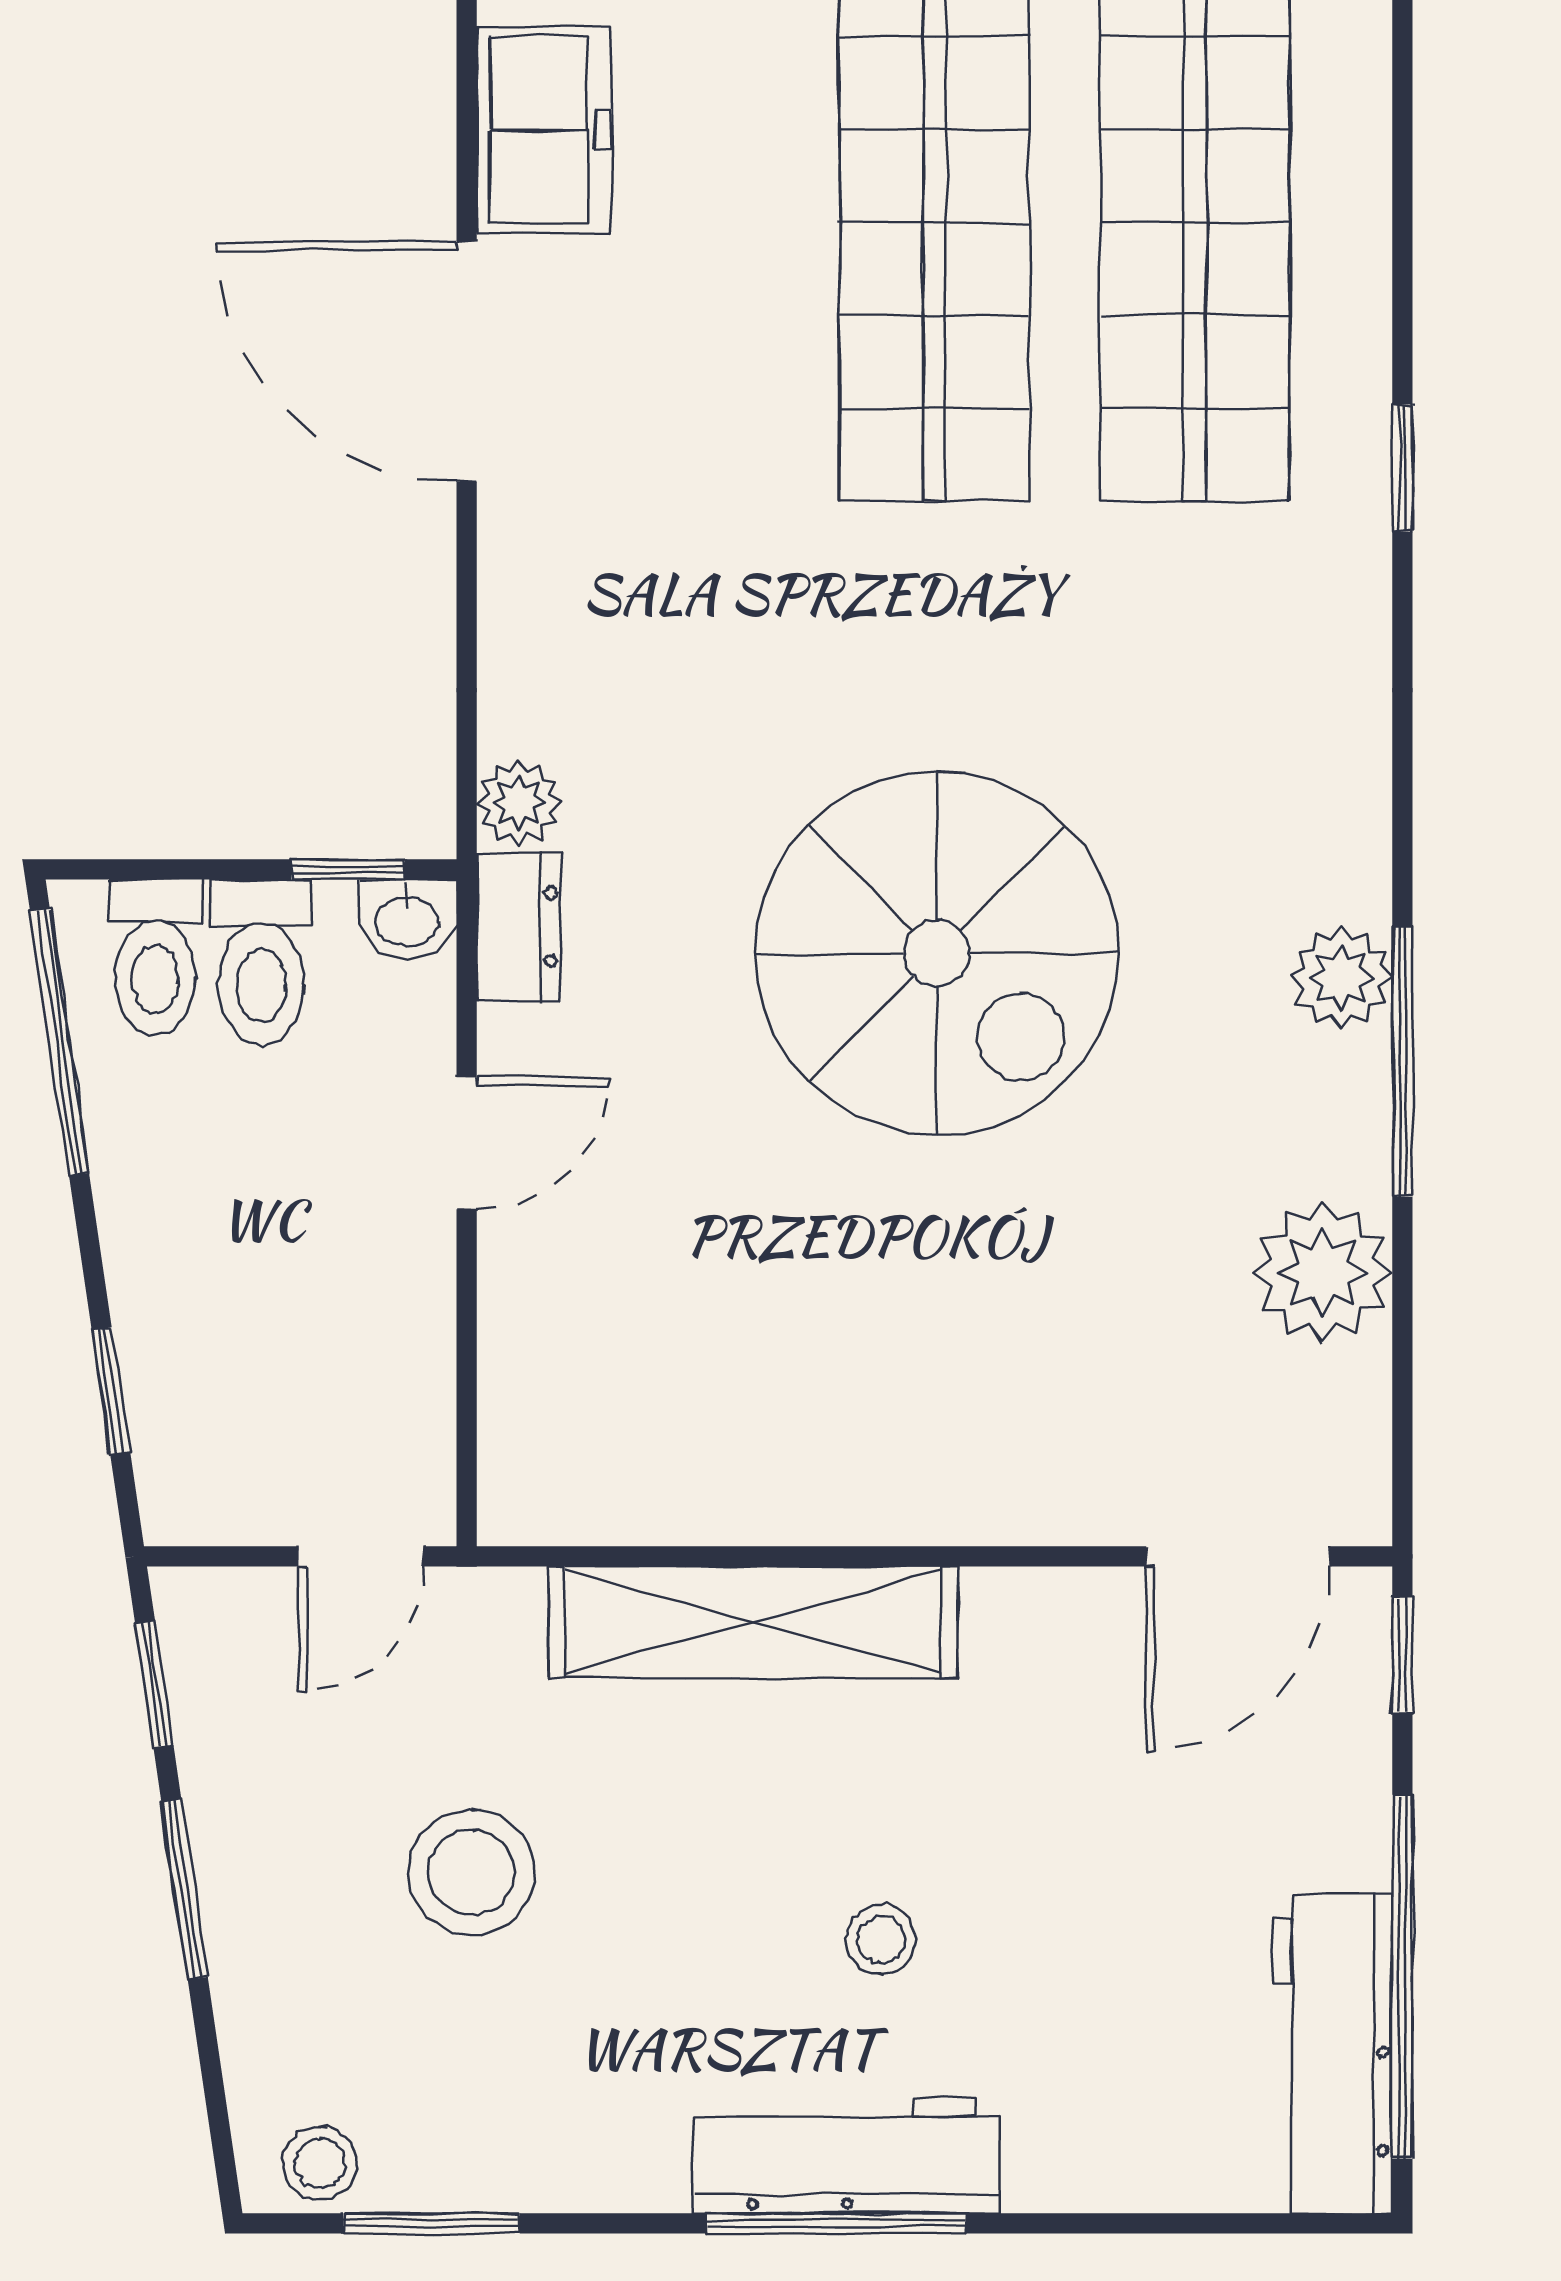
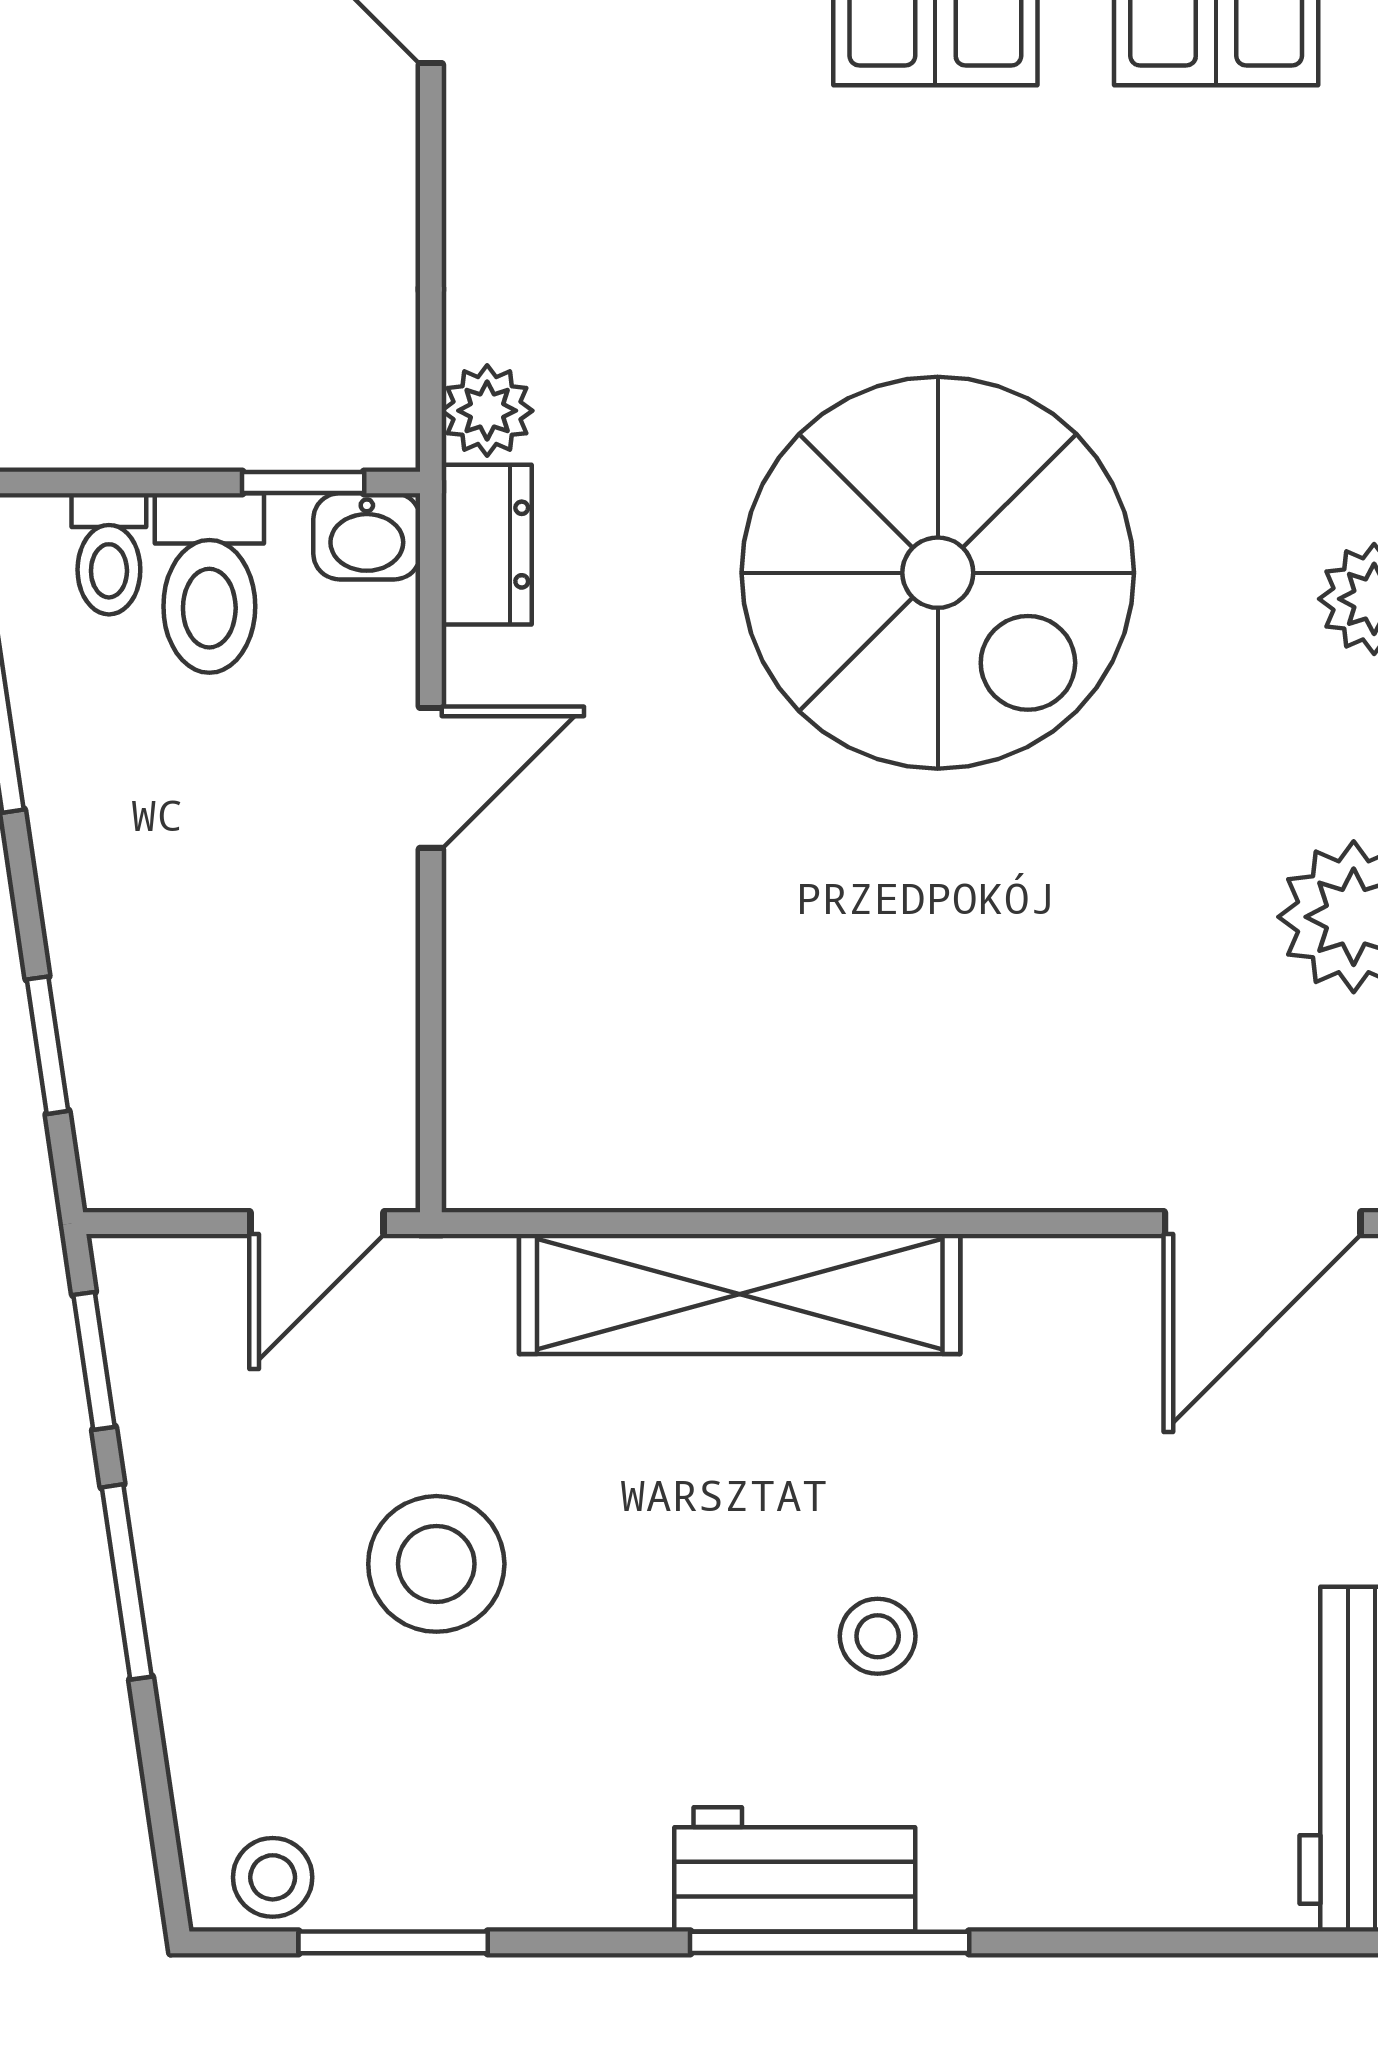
toilet: (155, 957) -> (109, 554), width x0.73, depth x0.72
workbench: (846, 2156) -> (795, 1869), width x0.73

